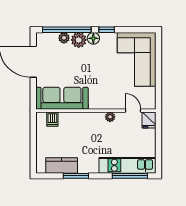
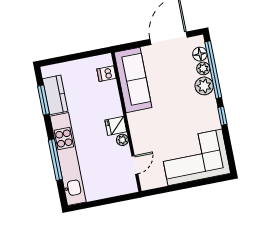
floor lamp: (93, 38) -> (200, 54), moved
fridge: (149, 120) -> (116, 126), moved
kitchen unit: (127, 165) -> (68, 159), width x1.36
window: (76, 176) -> (44, 100), moved
window: (130, 176) -> (55, 160), moved

